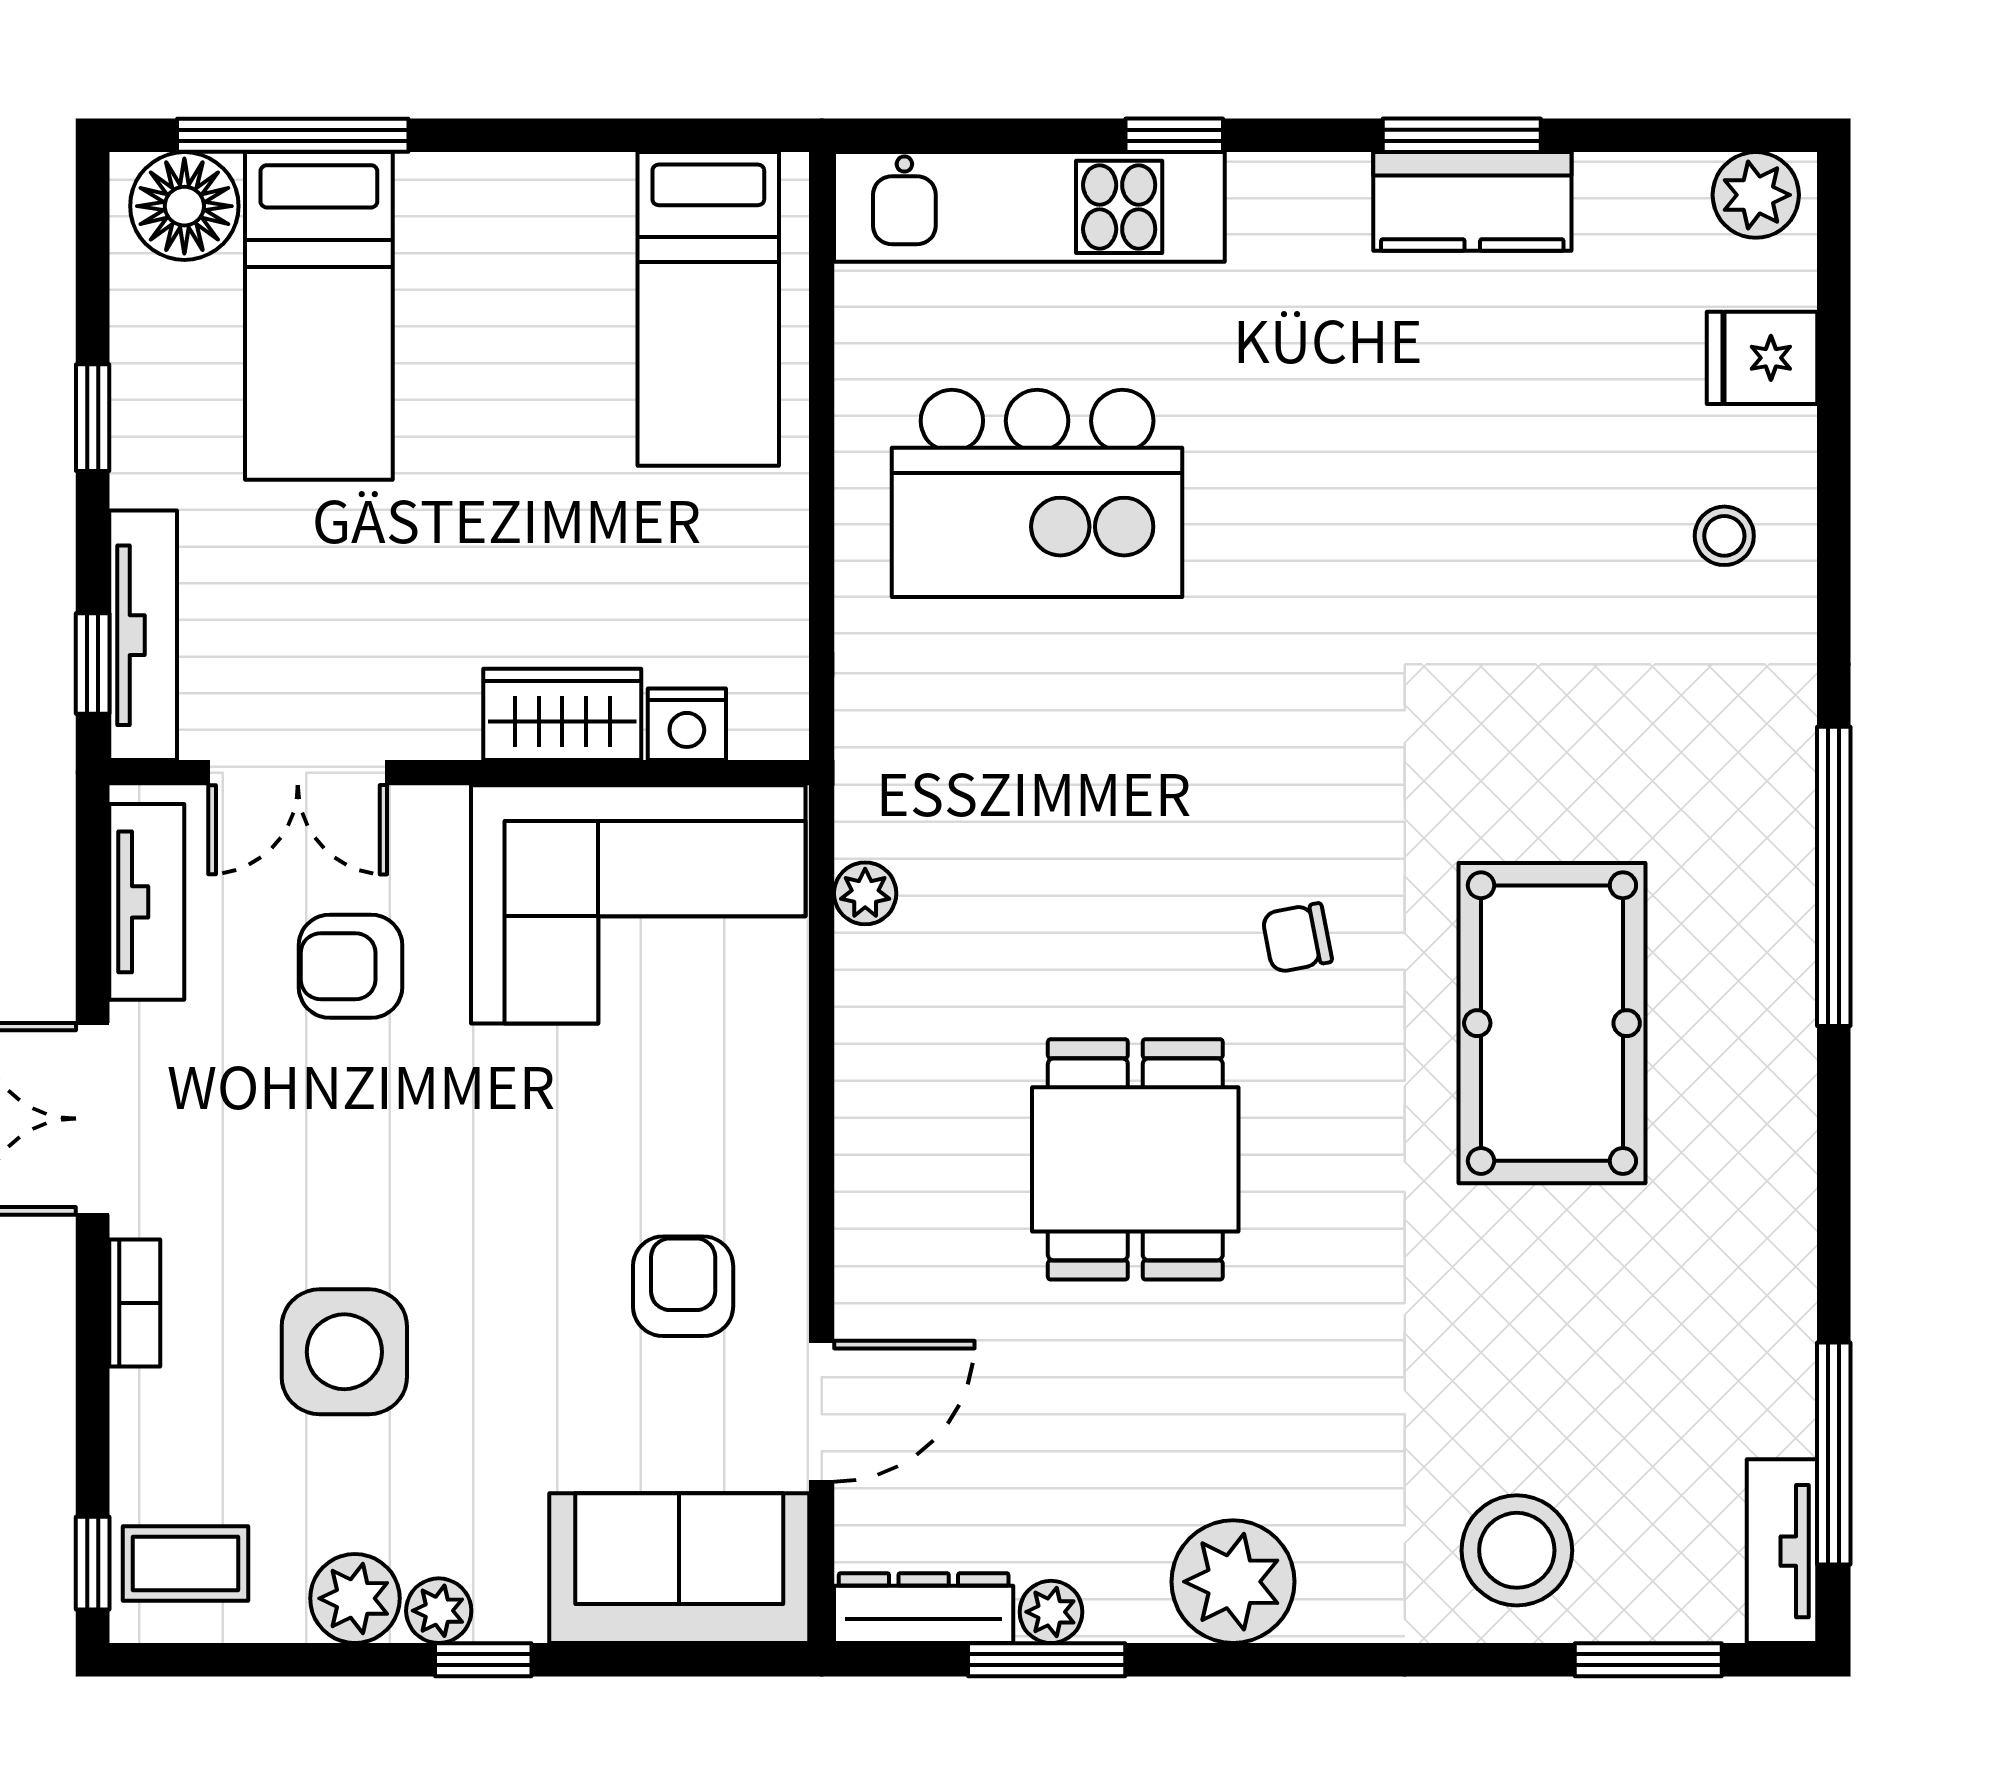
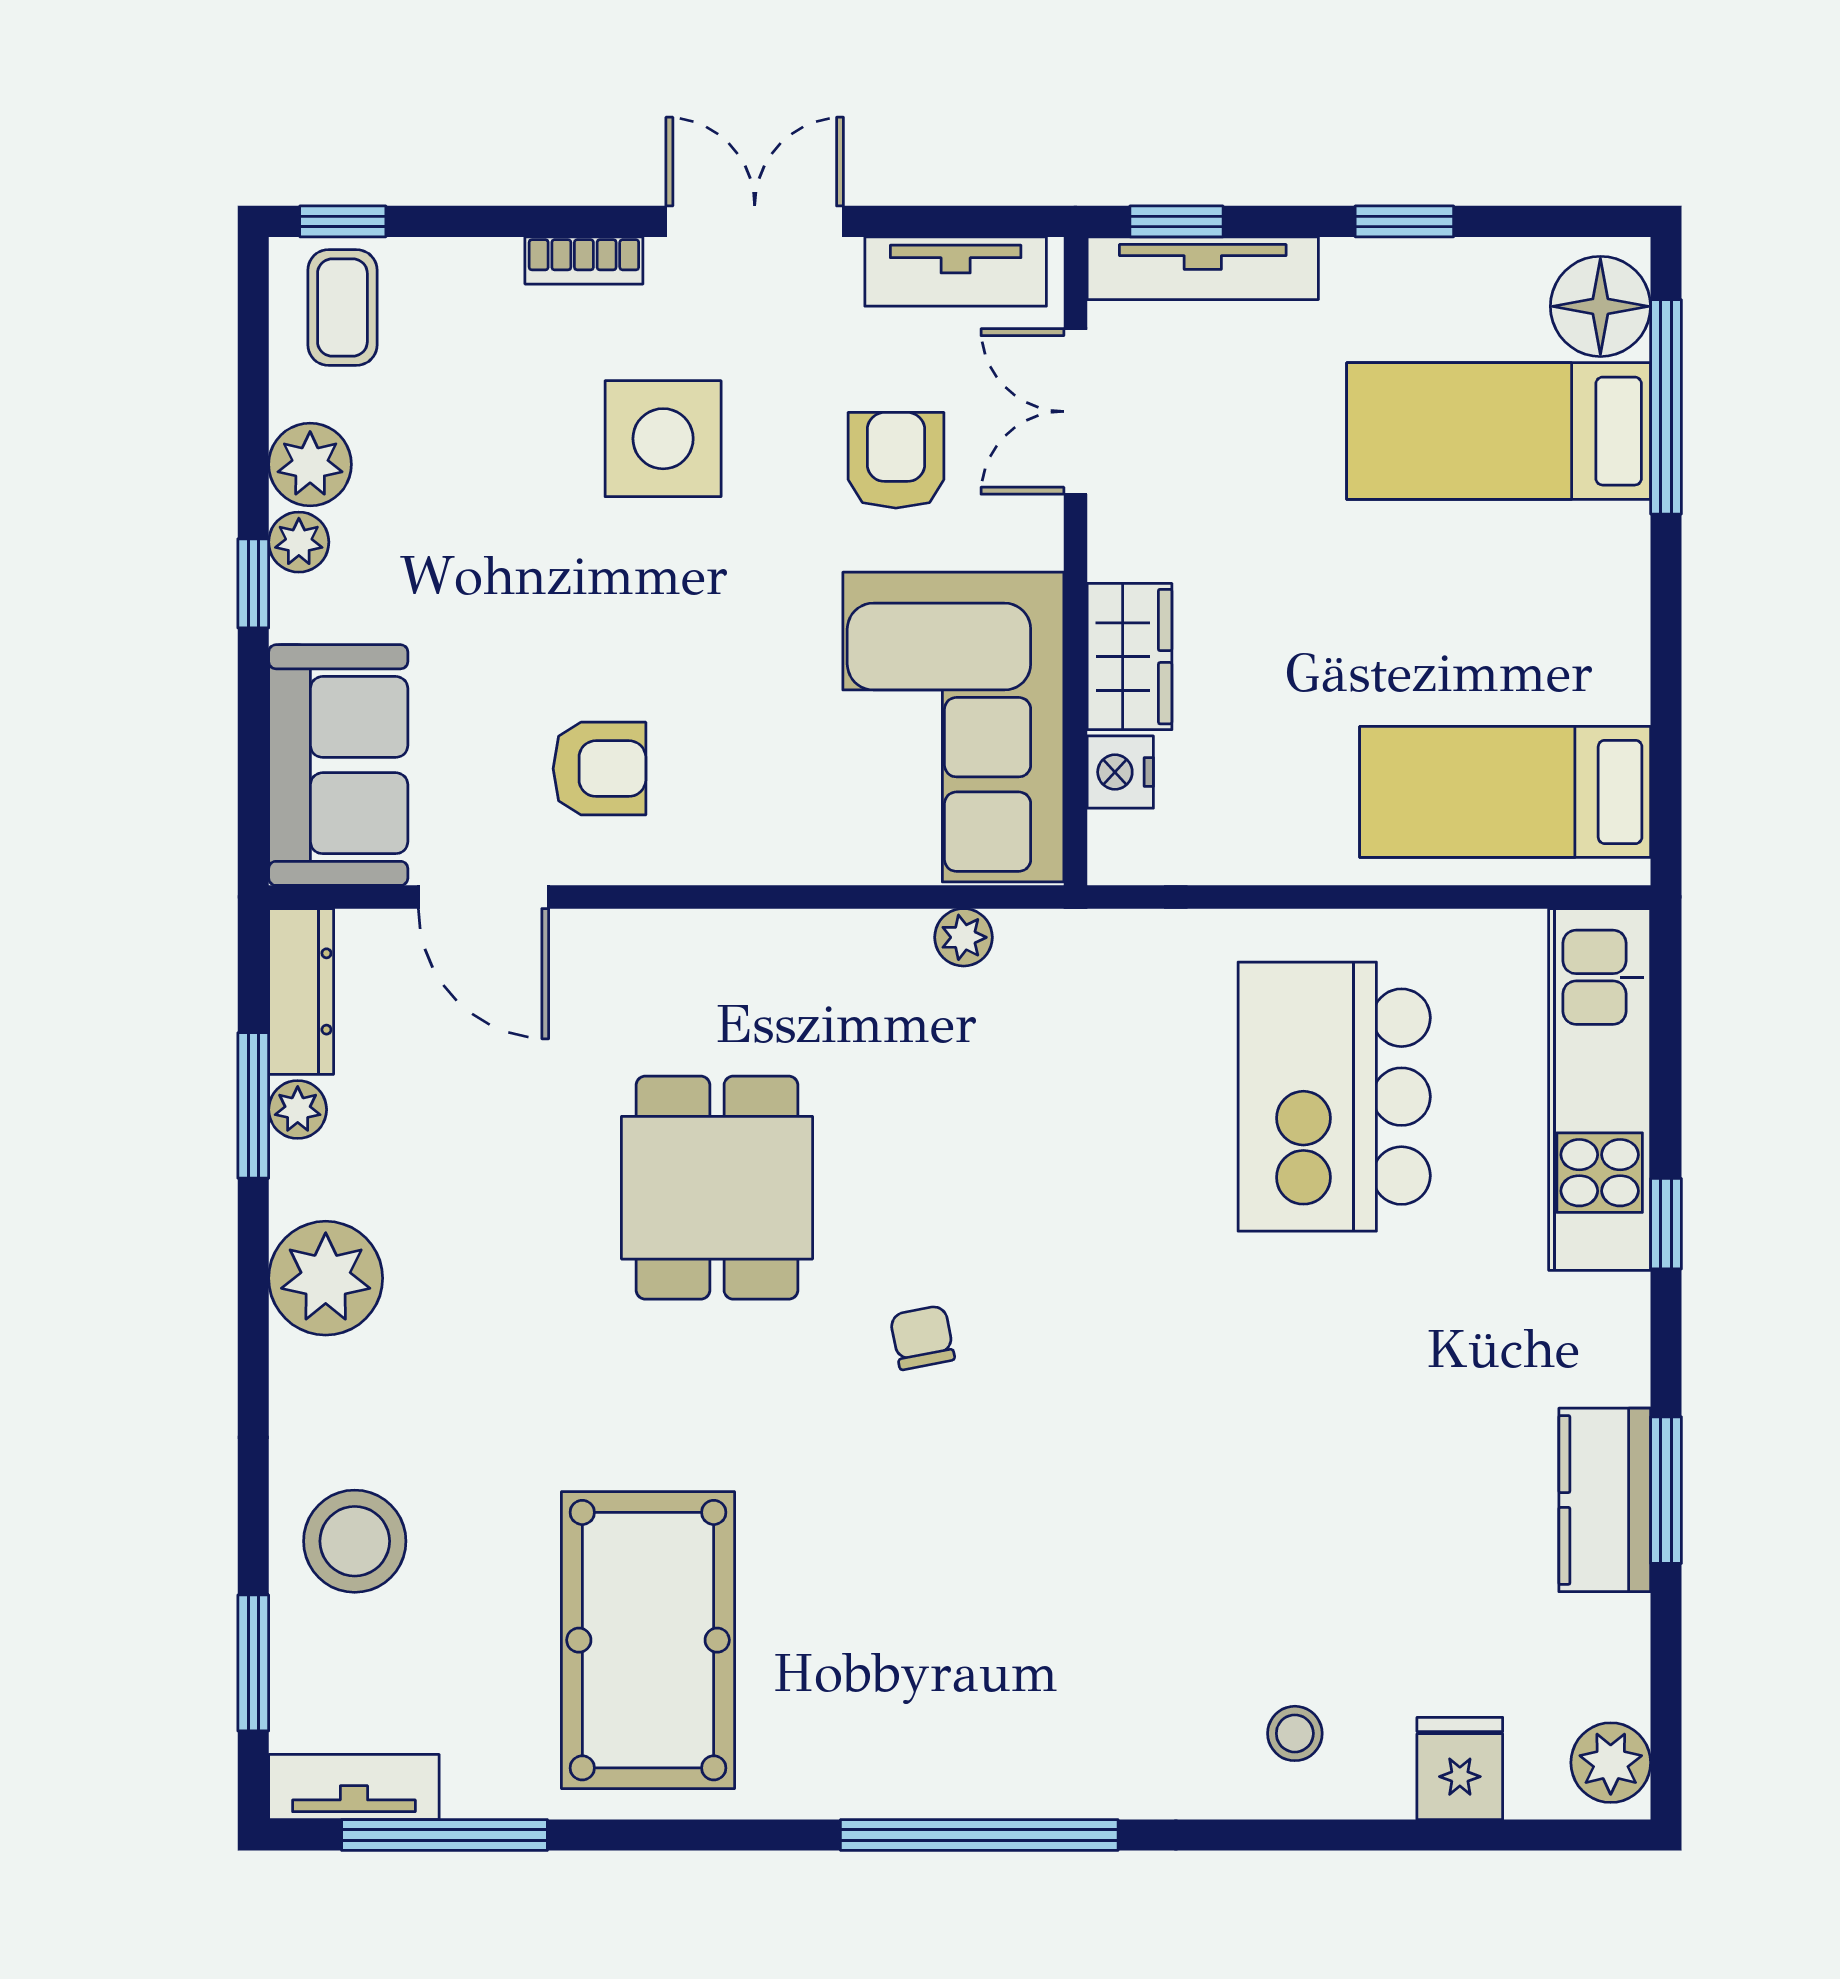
pool table: (1552, 1023) -> (648, 1640), moved, turned 90
dining table: (1135, 1159) -> (717, 1188), turned 90
side table: (344, 1352) -> (663, 439), moved

